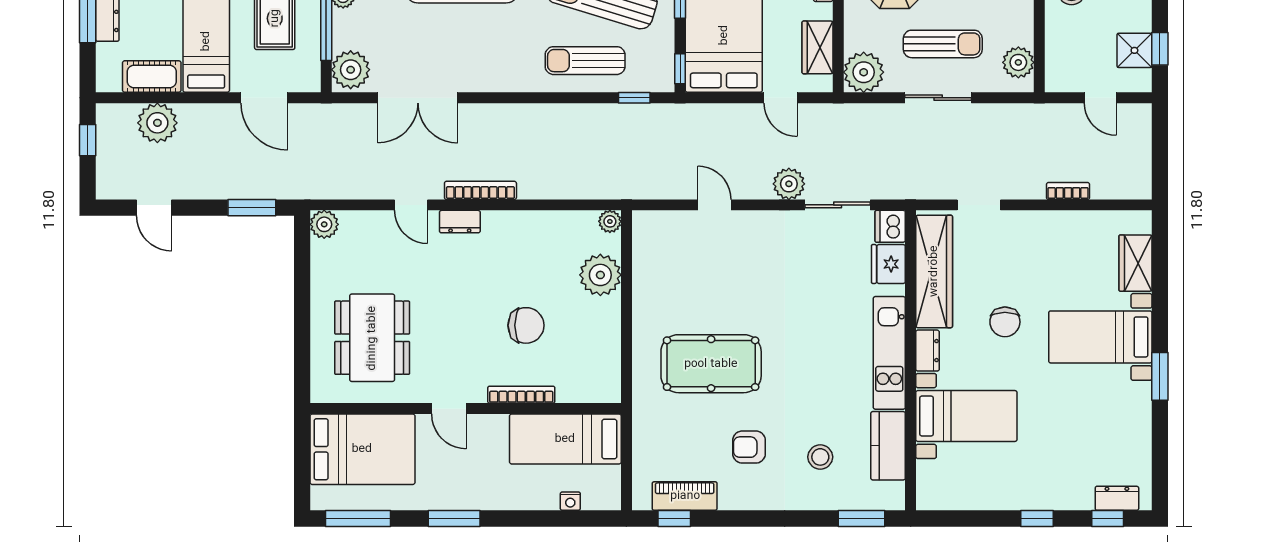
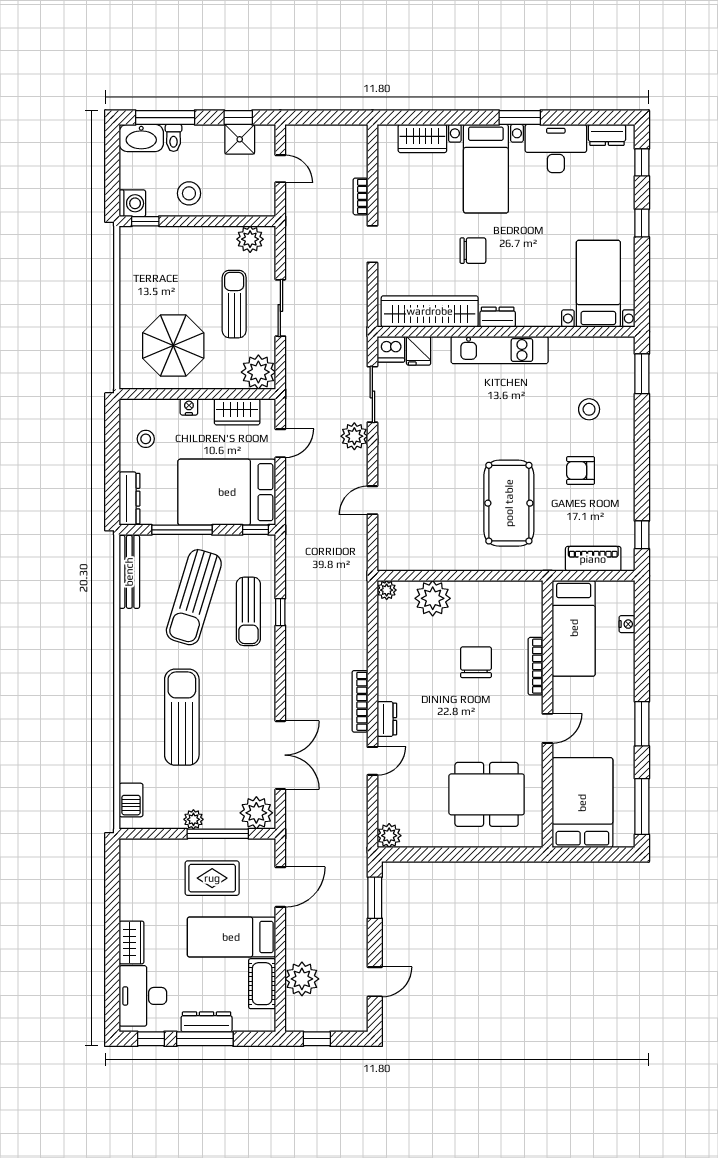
window: (634, 98) -> (280, 612), moved
door: (1100, 98) -> (280, 169), hinge flipped
doorway: (979, 205) -> (372, 244), moved
fridge: (888, 264) -> (419, 351), width x0.72
bed with nightstands: (966, 416) -> (598, 284), moved
desk: (1124, 418) -> (556, 149), added
kitchen counter: (888, 446) -> (579, 351), removed
armchair: (749, 447) -> (581, 470), turned 90
piano: (685, 496) -> (593, 559), moved, turned 90
dresser: (1117, 498) -> (607, 135), moved, turned -90

